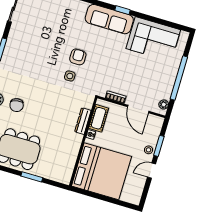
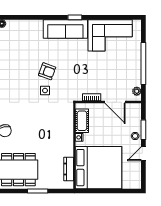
armchair: (78, 57) -> (47, 71), turned 110
dresser: (83, 121) -> (69, 169), moved

